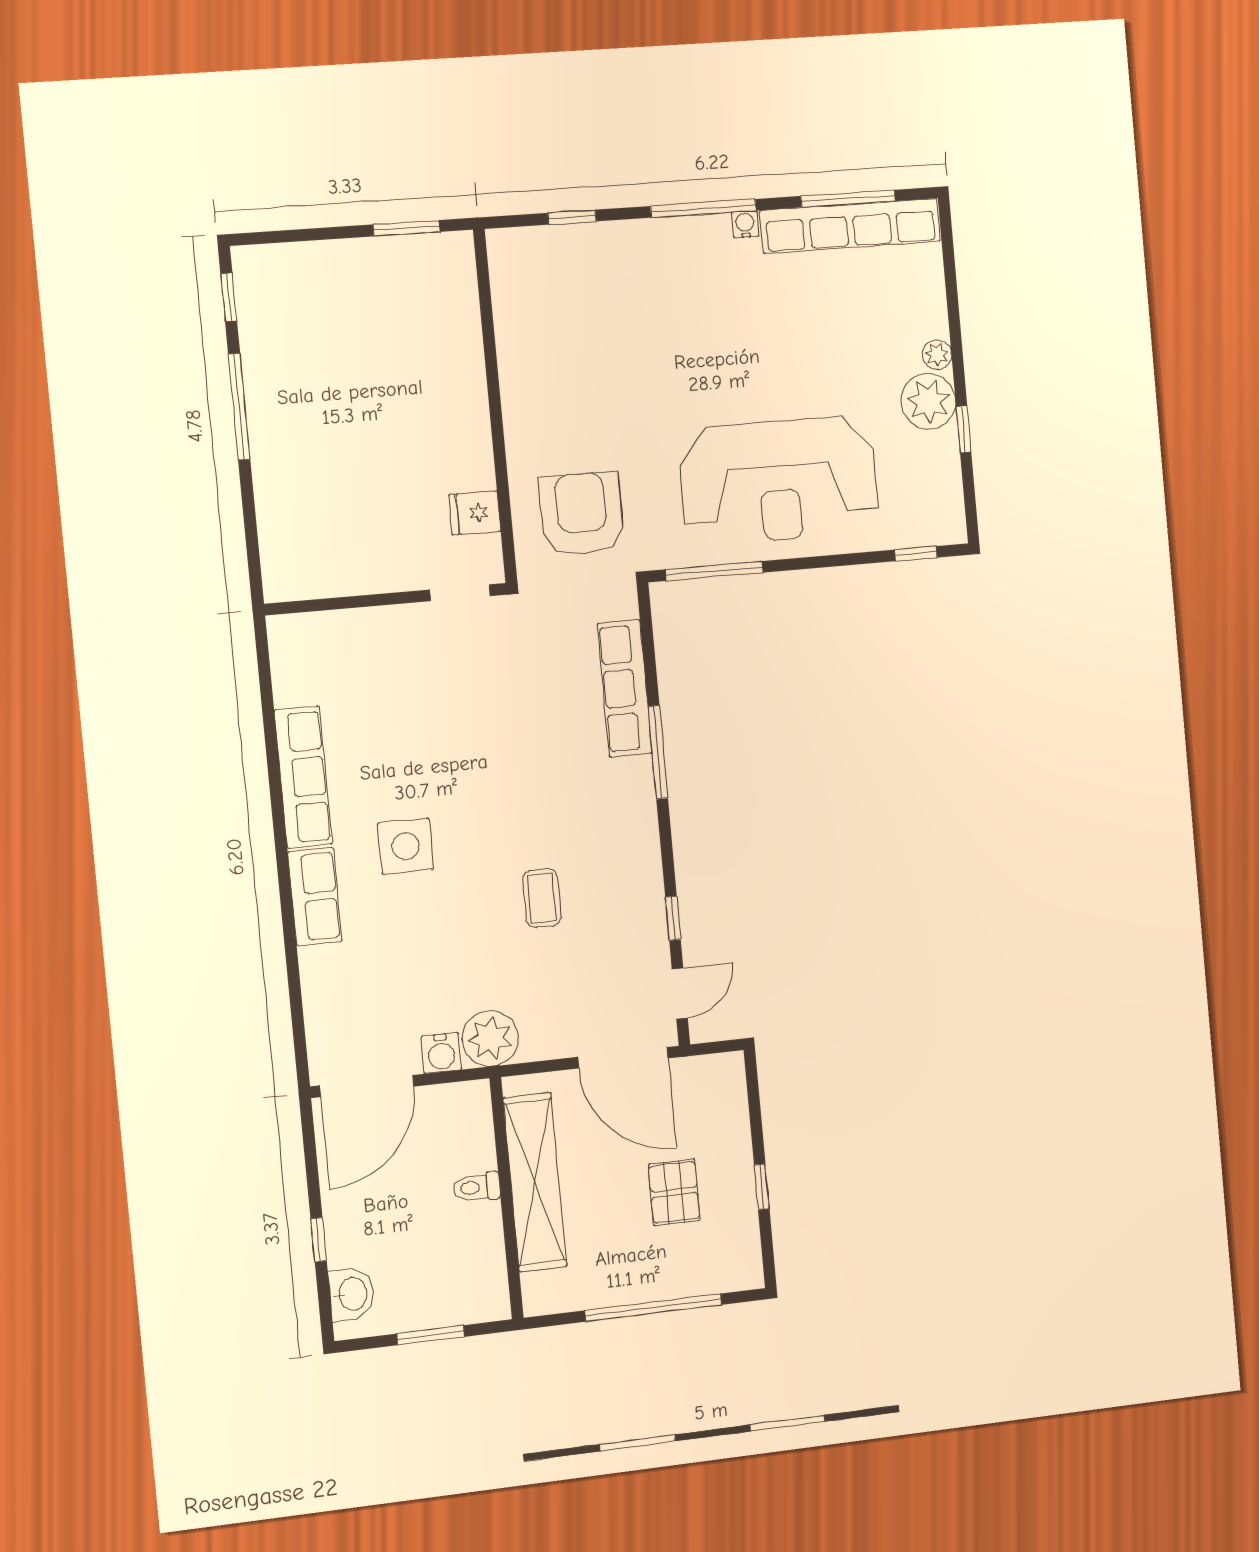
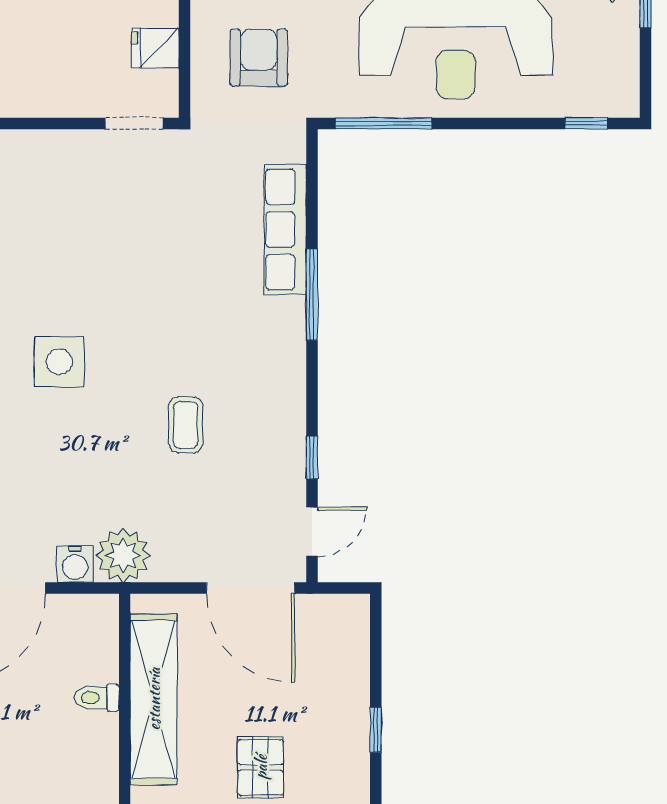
armchair: (582, 514) -> (259, 58), width x0.73, depth x0.73
pallet: (674, 1192) -> (261, 767), moved

